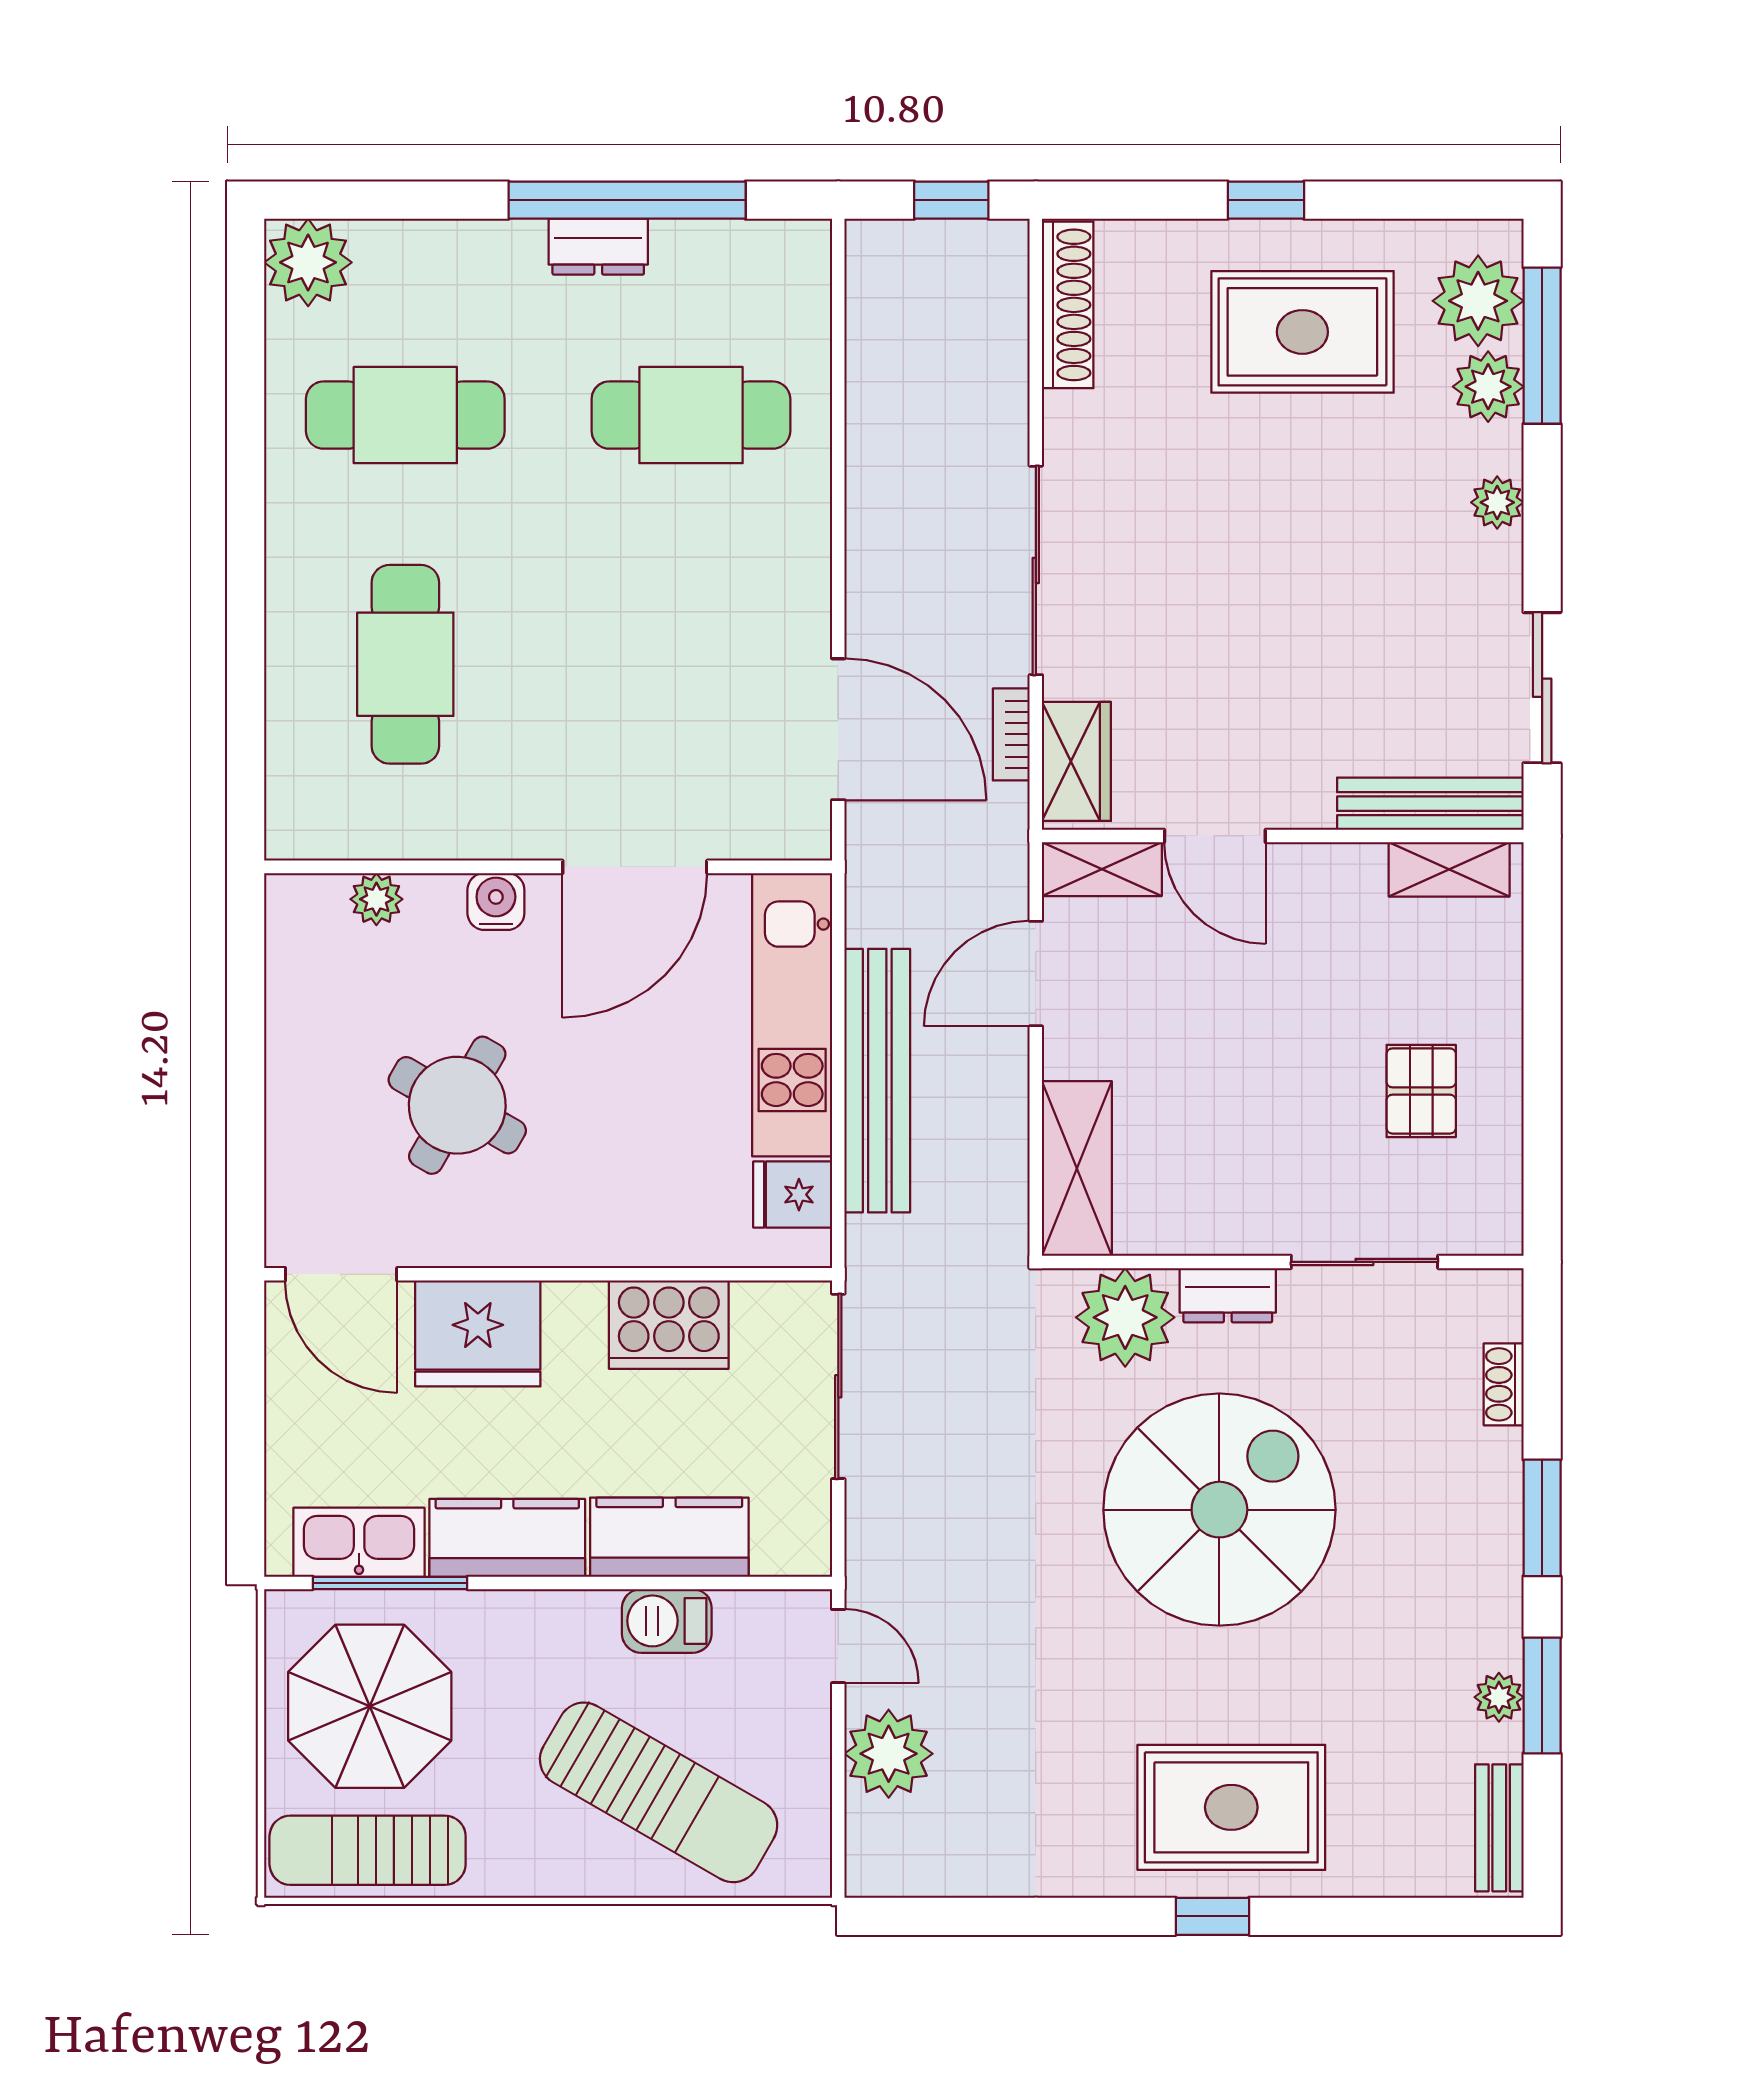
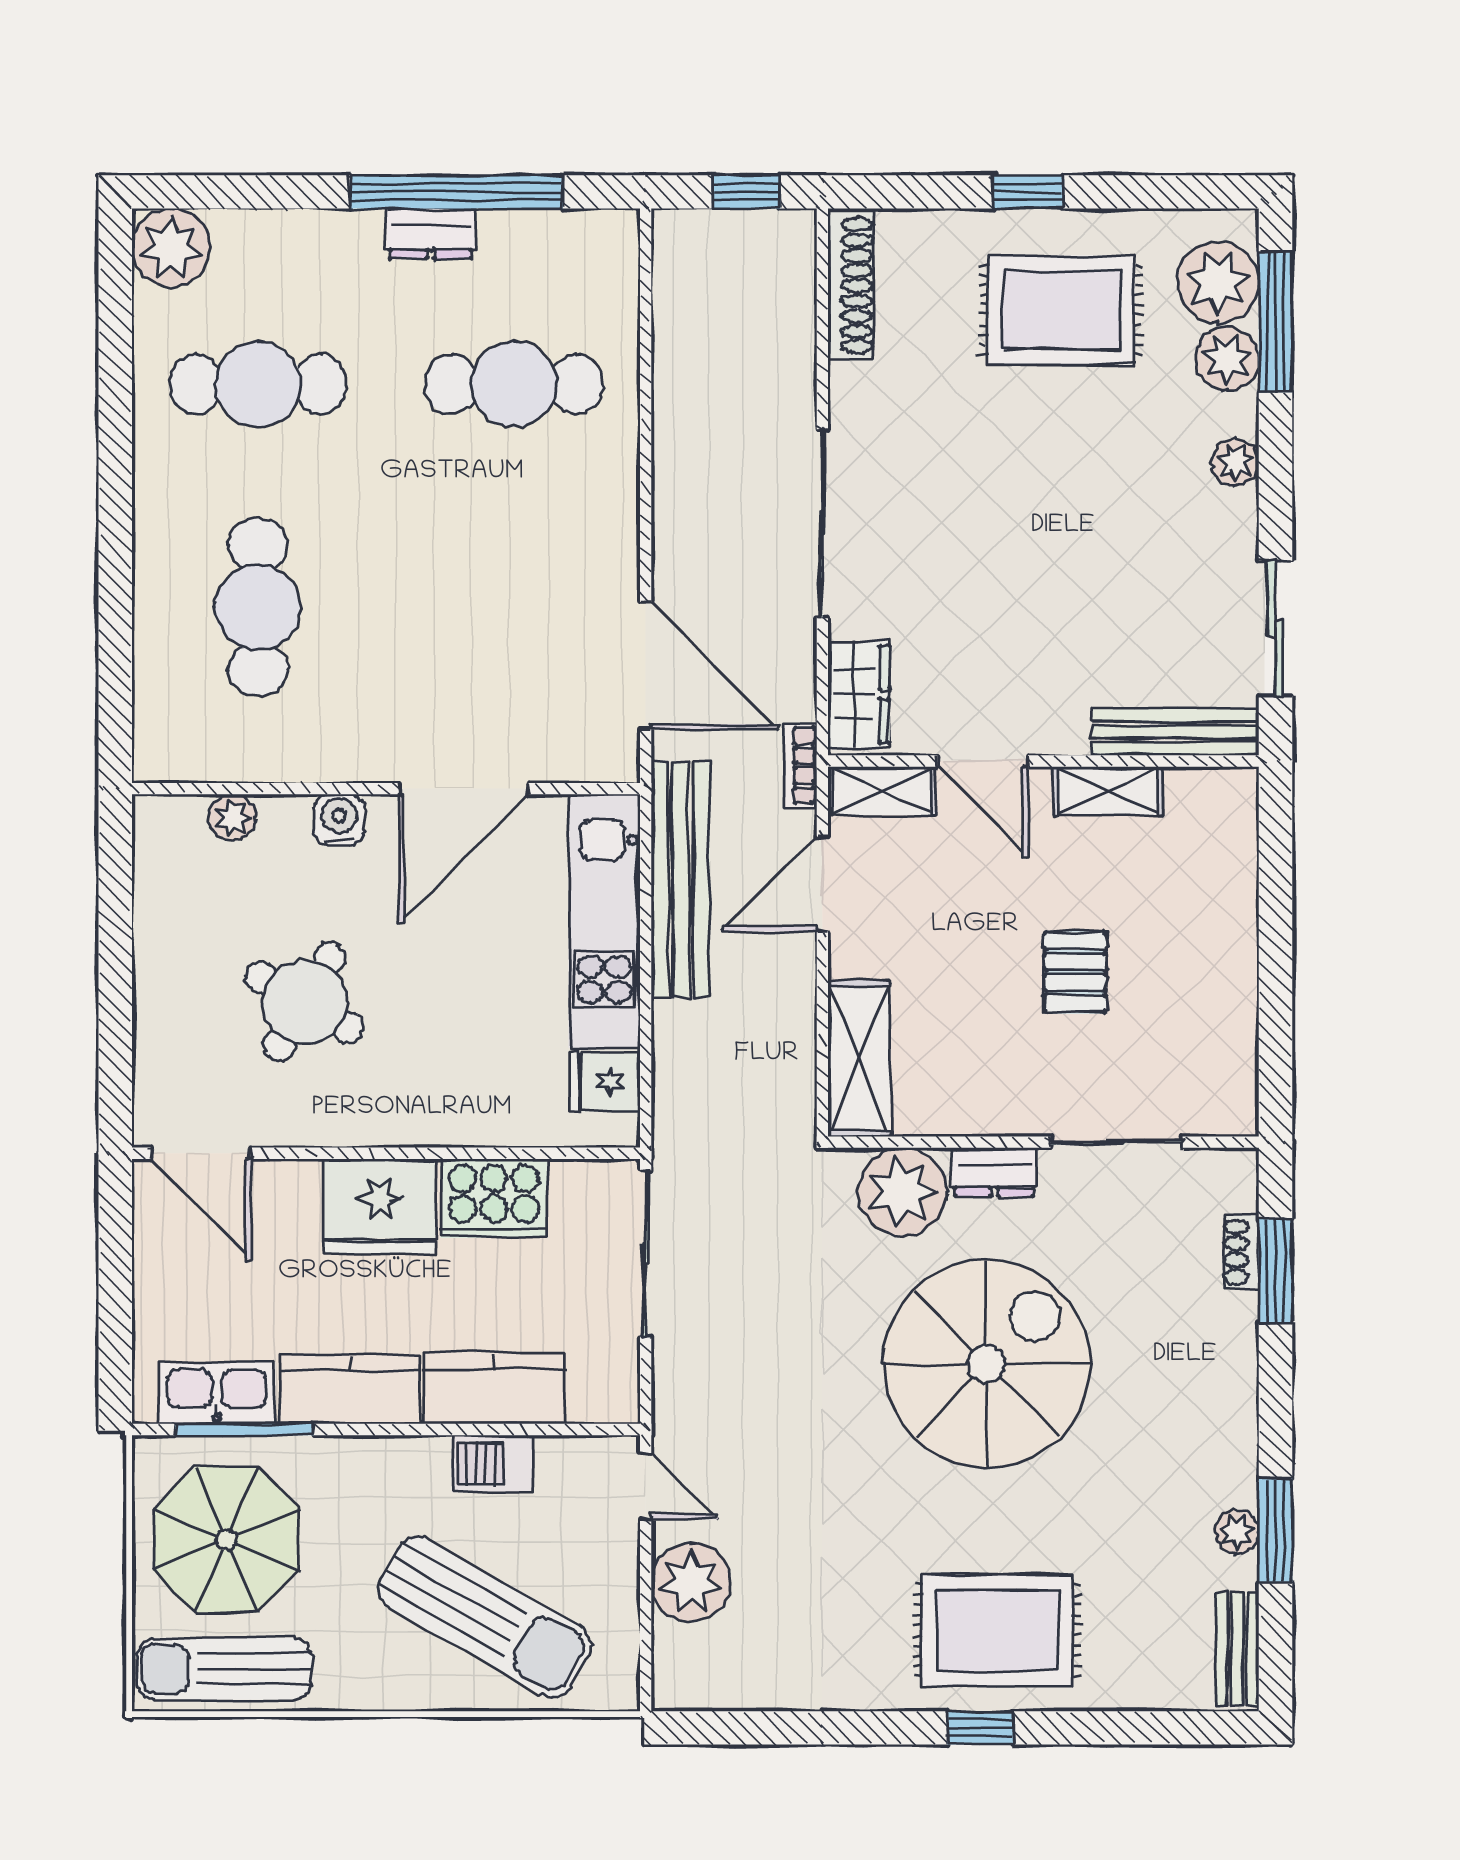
bookcase: (1011, 734) -> (800, 766), moved
shelving: (1449, 869) -> (1108, 791), moved
bench: (877, 1081) -> (680, 880), moved
pallet: (1421, 1091) -> (1075, 972), moved
fridge: (478, 1333) -> (380, 1206), moved
window: (1542, 1518) -> (1275, 1271), moved

